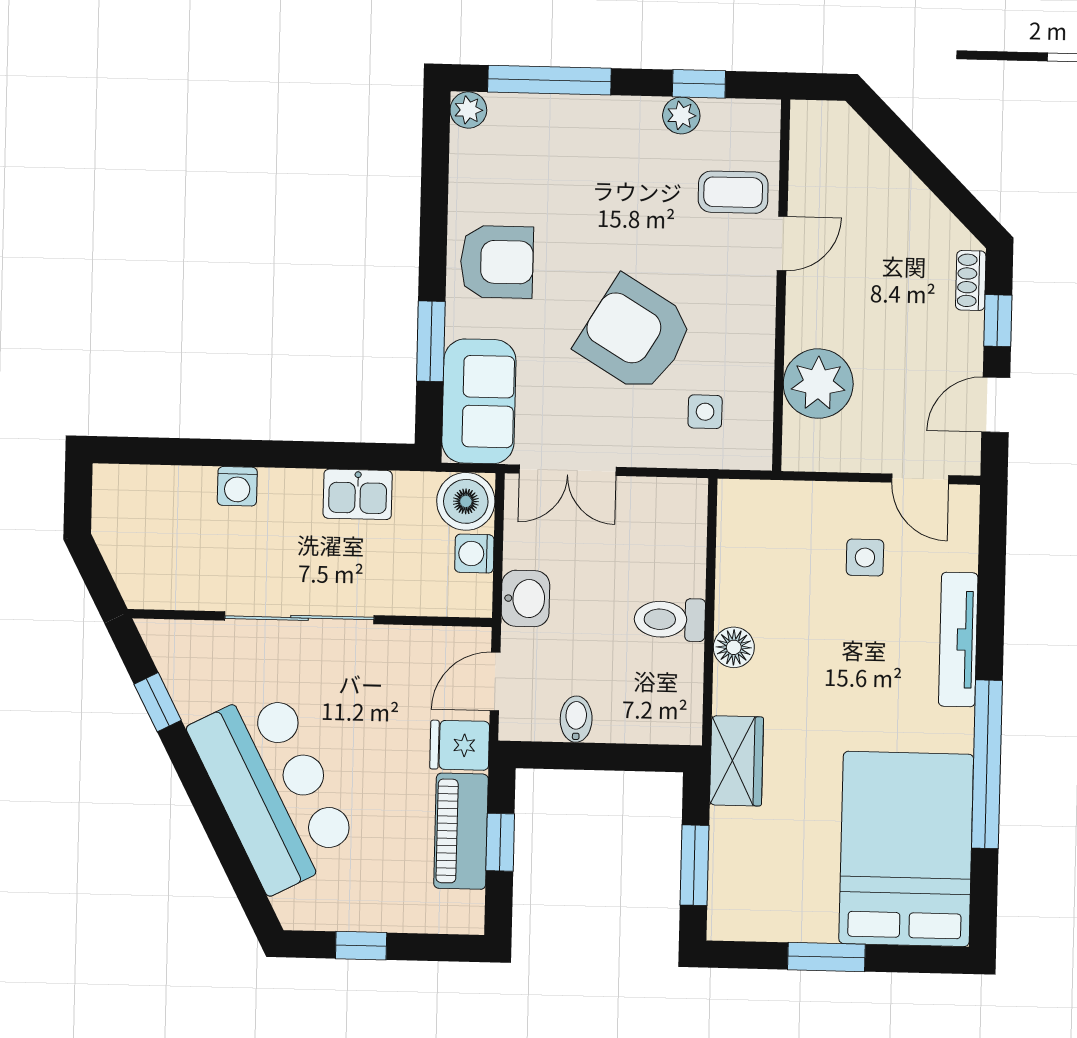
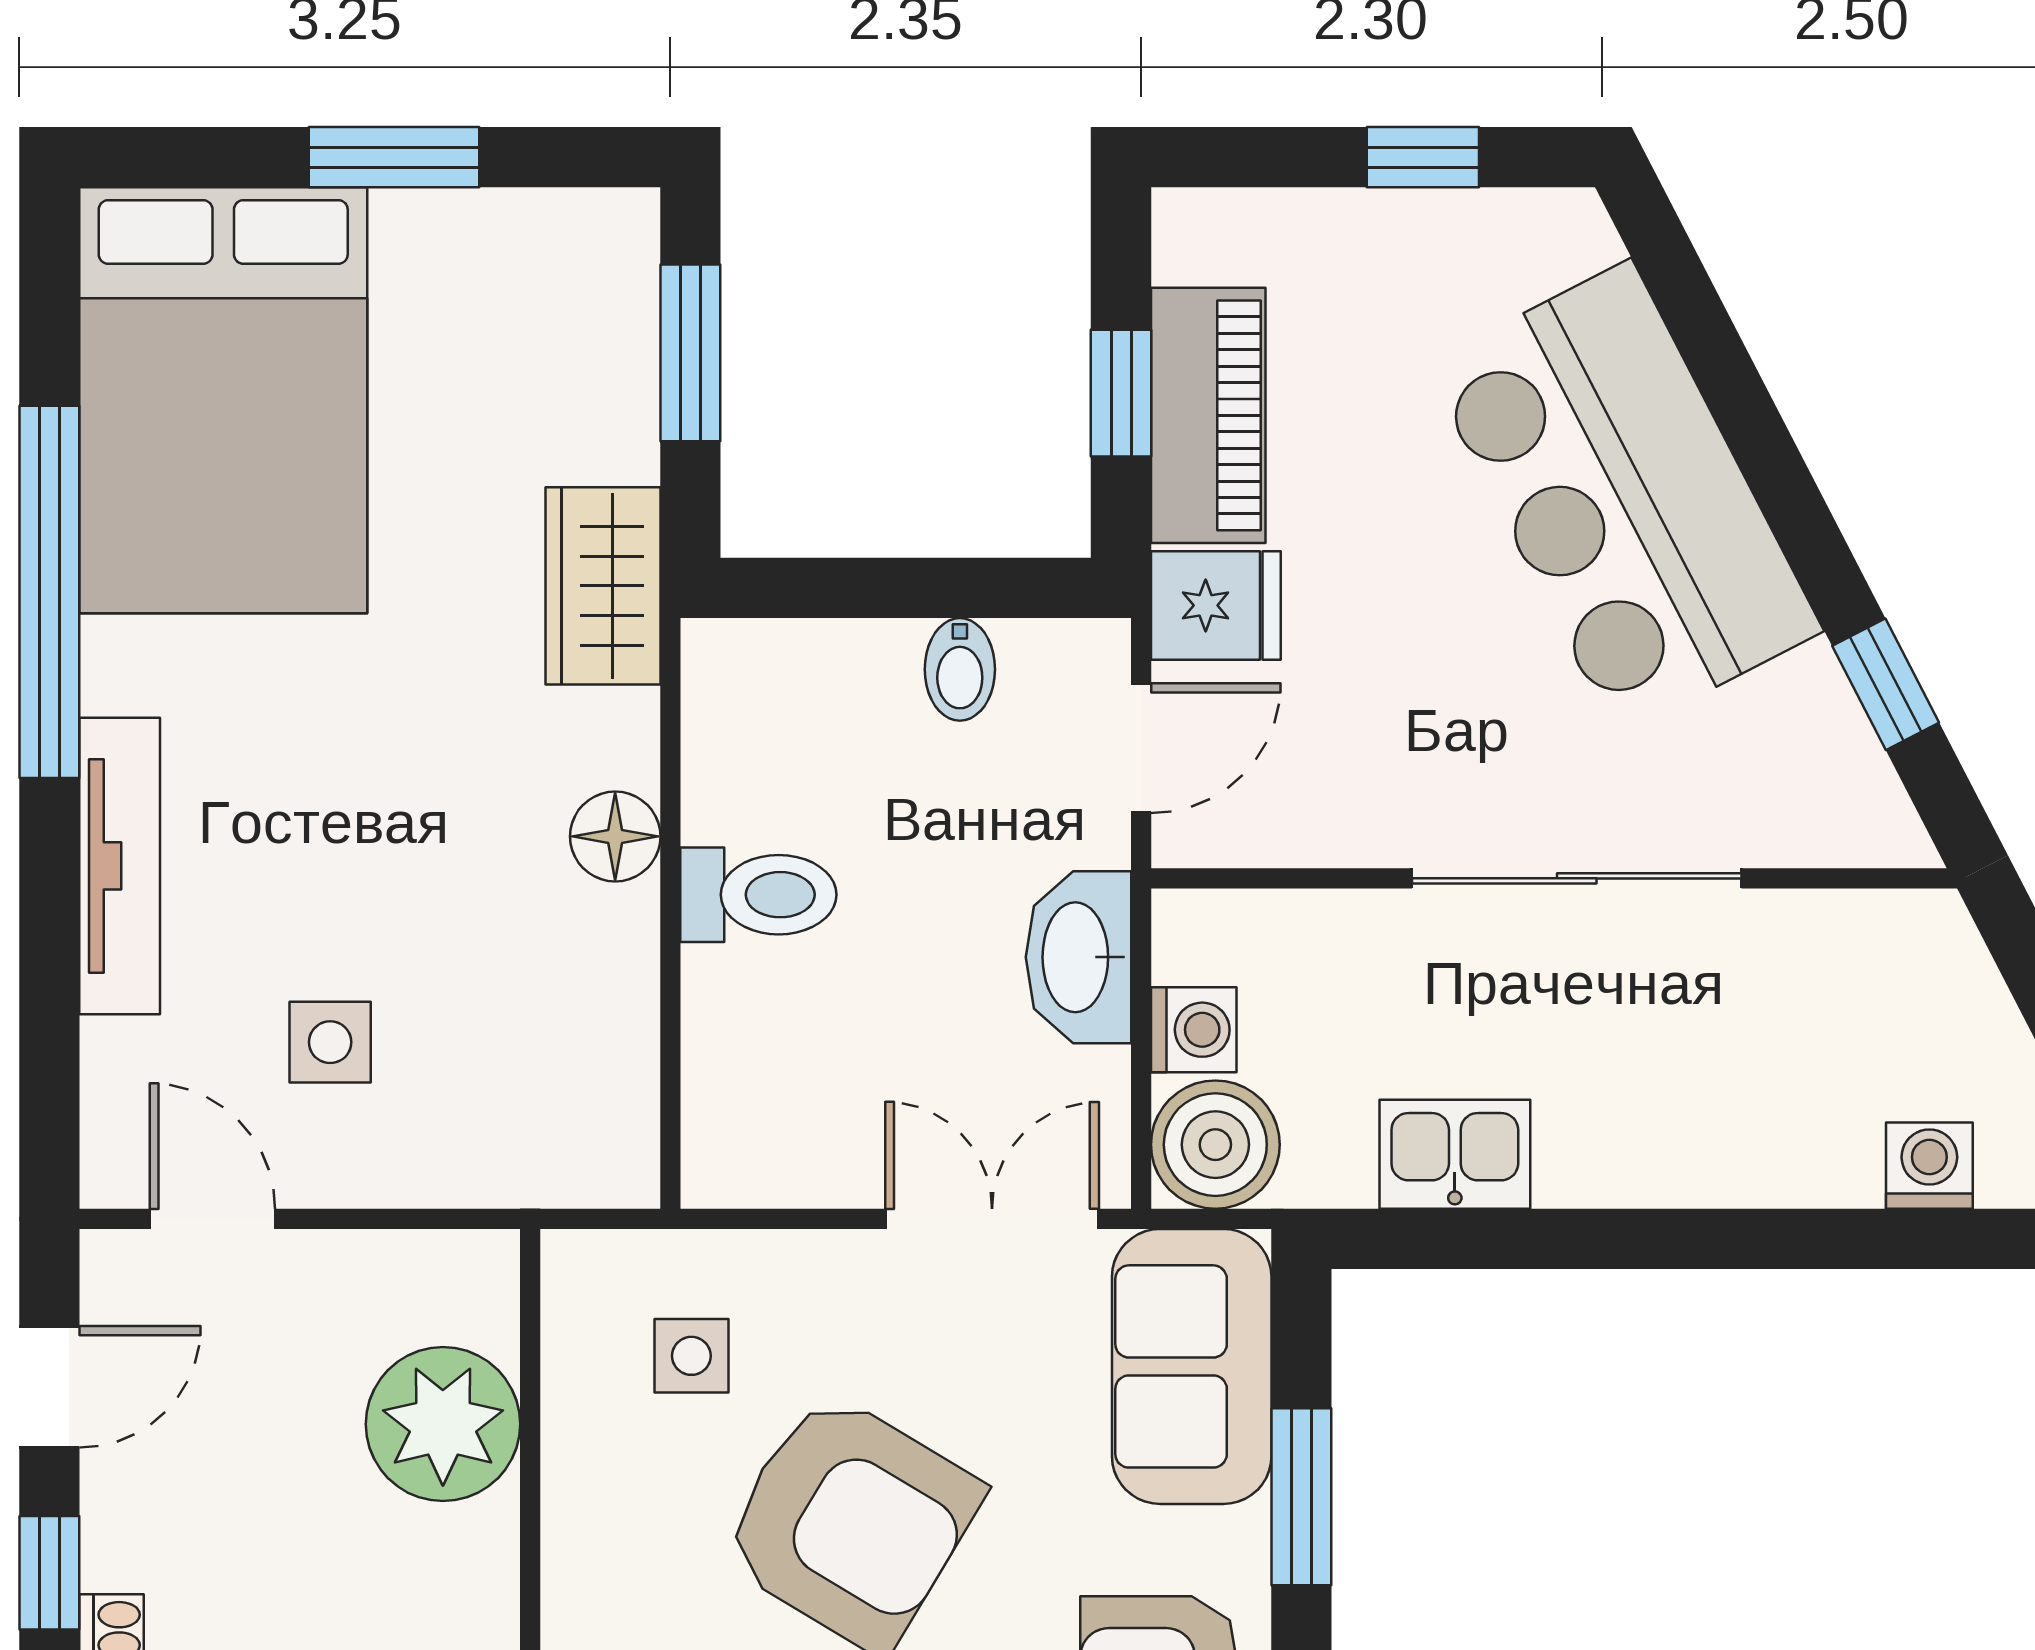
washing machine: (237, 486) -> (1929, 1166), moved
washbasin: (525, 598) -> (1078, 957), width x1.38

